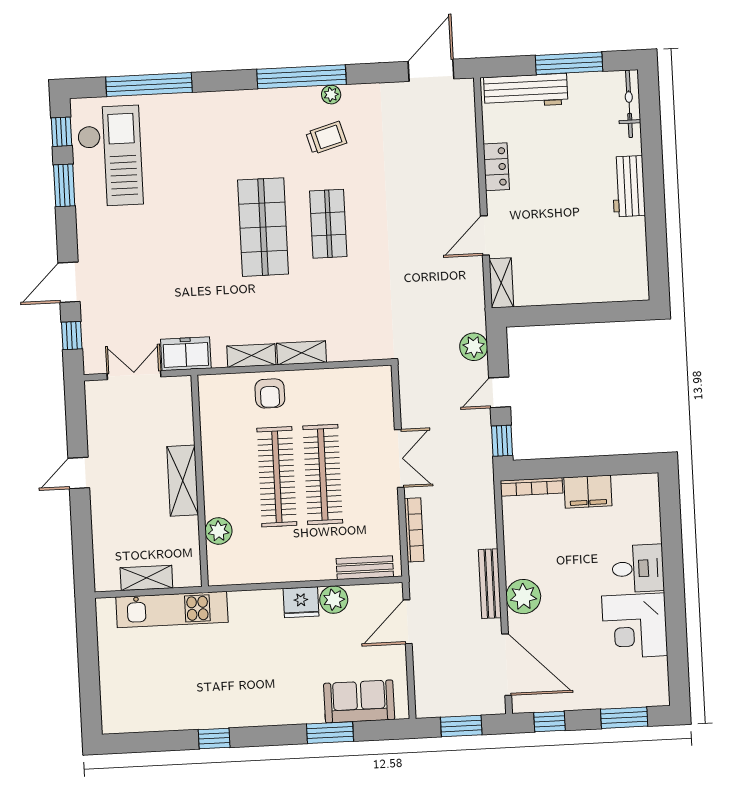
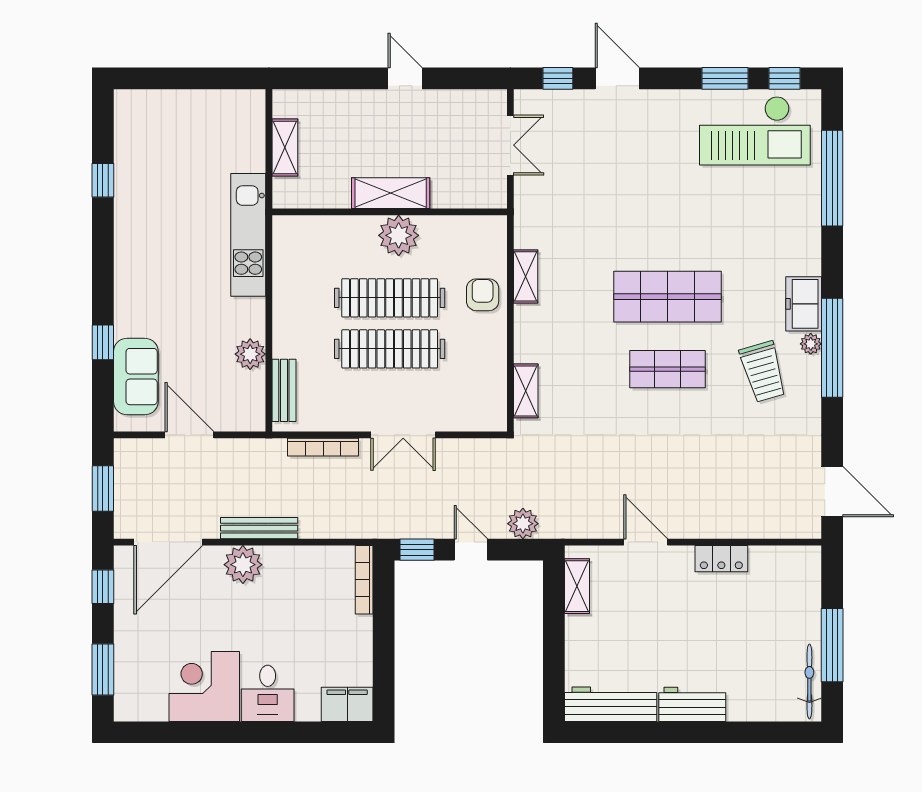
workbench: (526, 91) -> (611, 704), moved, turned 90
plant: (331, 95) -> (811, 344), moved
bicycle: (629, 104) -> (809, 681), moved, turned -90
trolley: (326, 138) -> (763, 372), width x1.36, depth x1.39
shelving: (501, 283) -> (577, 586), moved, turned 90
shelving: (302, 353) -> (526, 391), moved
freezer: (186, 354) -> (804, 304), moved, turned 180
armchair: (270, 393) -> (483, 295), turned 90
filing cabinet: (588, 492) -> (347, 704), moved, turned 90
plant: (218, 531) -> (399, 235), moved, width x1.36, depth x1.36
fridge: (301, 602) -> (249, 318), removed
kitchen unit: (172, 610) -> (248, 235), moved
door: (408, 622) -> (189, 435), moved
window: (330, 733) -> (103, 342), width x0.67
window: (214, 738) -> (103, 180), moved

